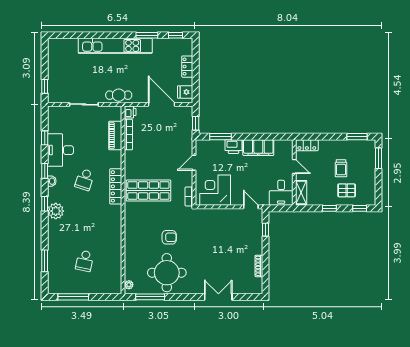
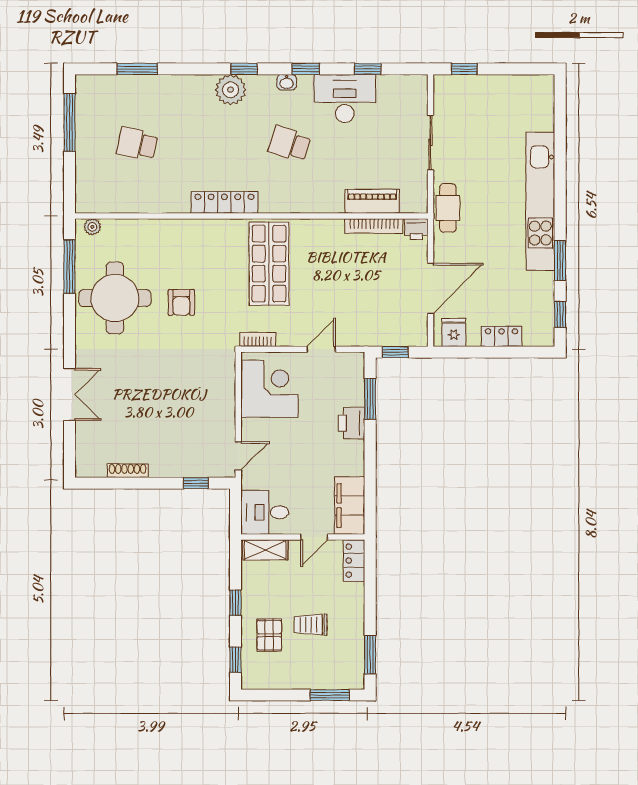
filing cabinet: (258, 148) -> (350, 506), moved
door: (194, 163) -> (321, 349), hinge flipped
locker: (116, 186) -> (224, 202), moved

